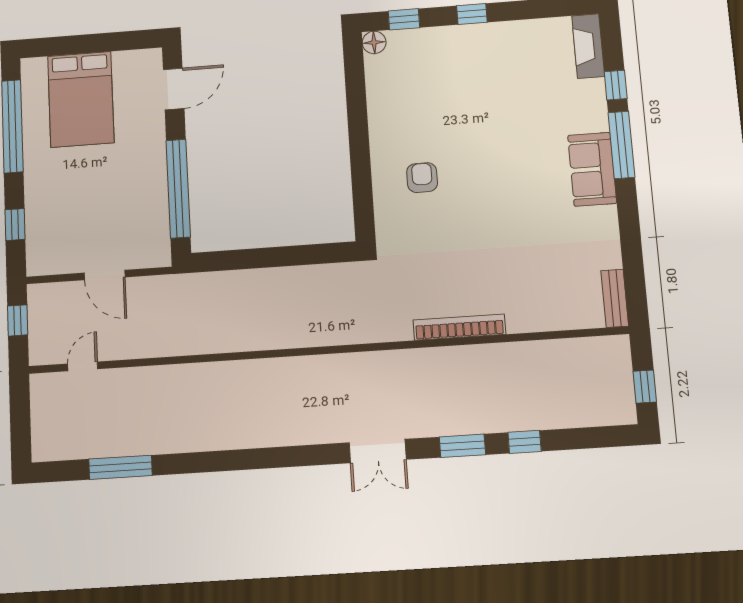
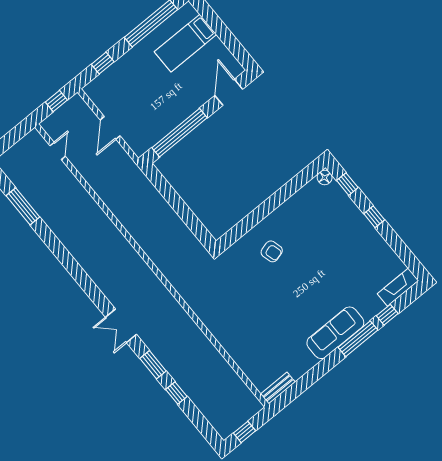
door: (174, 89) -> (229, 92), swing flipped
bed: (81, 99) -> (185, 43), width x0.67
sofa: (592, 169) -> (335, 333), width x1.36
armchair: (422, 178) -> (272, 251), turned 75
bookcase: (459, 327) -> (210, 323), removed
door: (83, 366) -> (58, 151), hinge flipped

